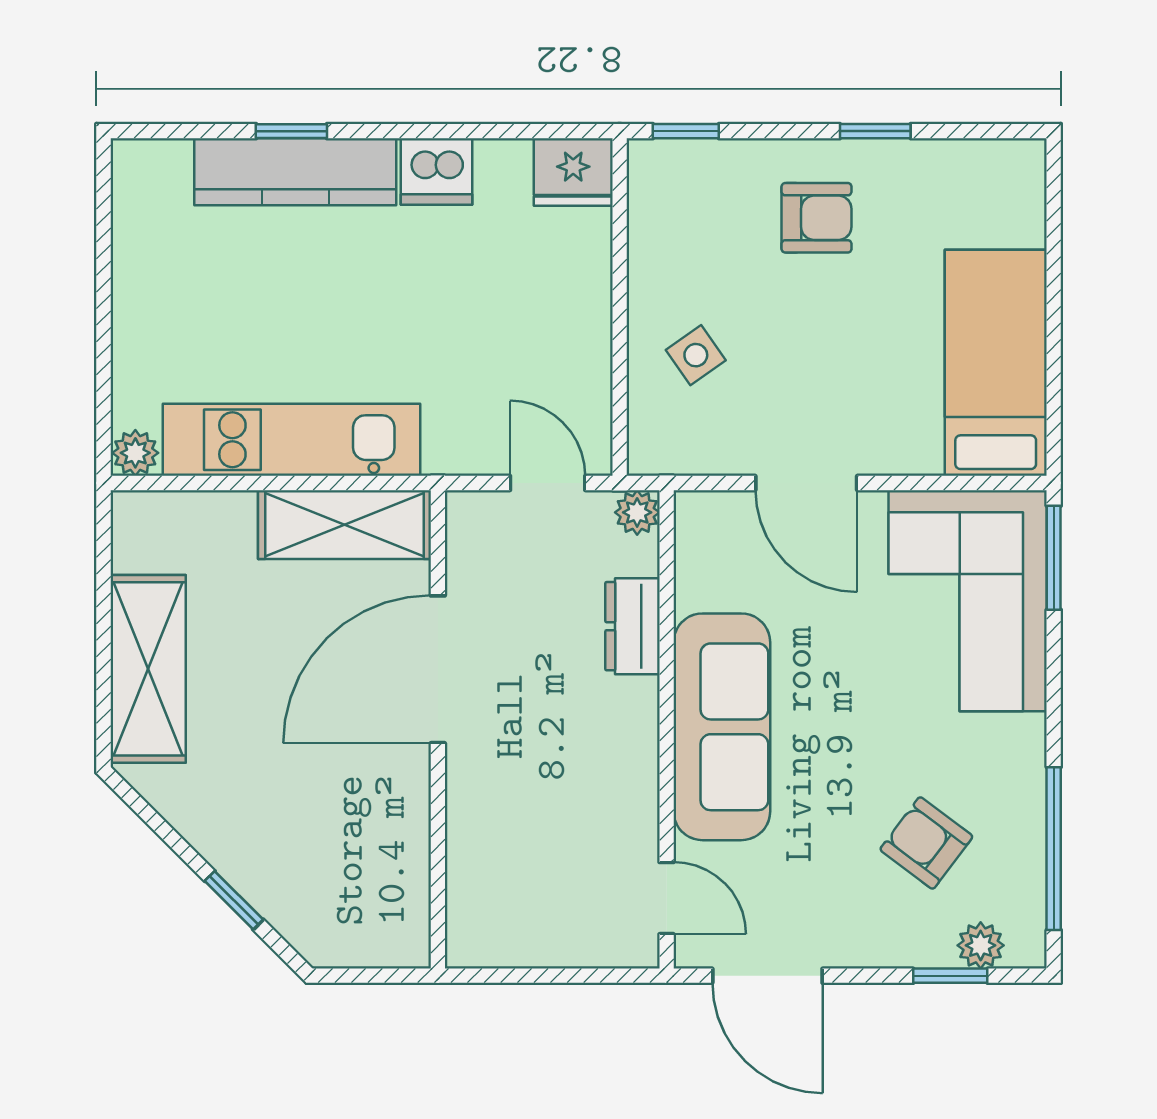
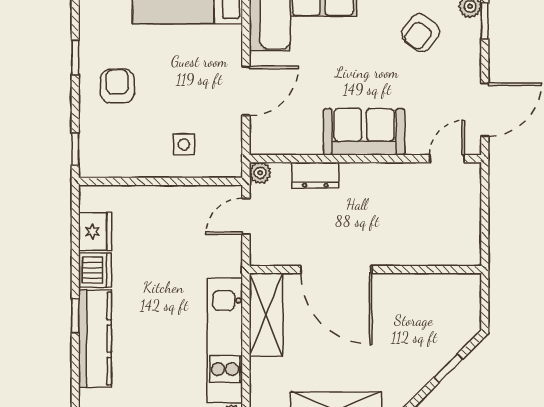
window: (291, 131) -> (75, 316), moved
fridge: (573, 172) -> (95, 231), moved
side table: (696, 355) -> (184, 144), turned 34
sofa: (722, 727) -> (364, 132), width x0.73

